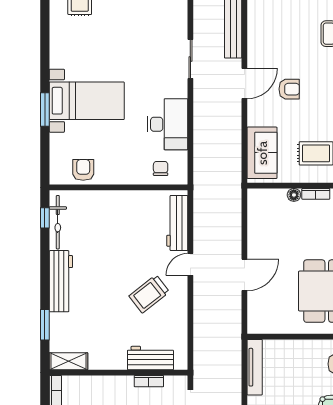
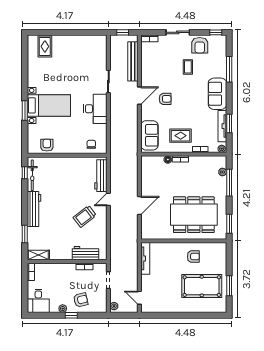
desk: (168, 124) -> (95, 109), moved

